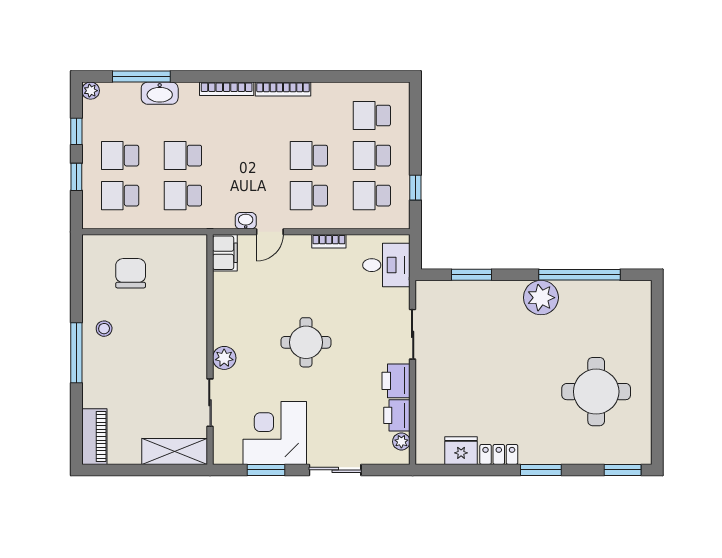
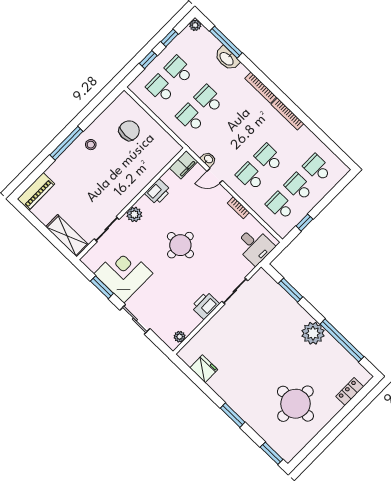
printer: (397, 415) -> (158, 192), moved, turned 180
locker: (499, 454) -> (350, 392), moved, turned -90

